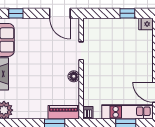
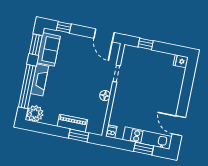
window: (127, 13) -> (146, 44), moved
piano: (63, 112) -> (72, 123), moved

